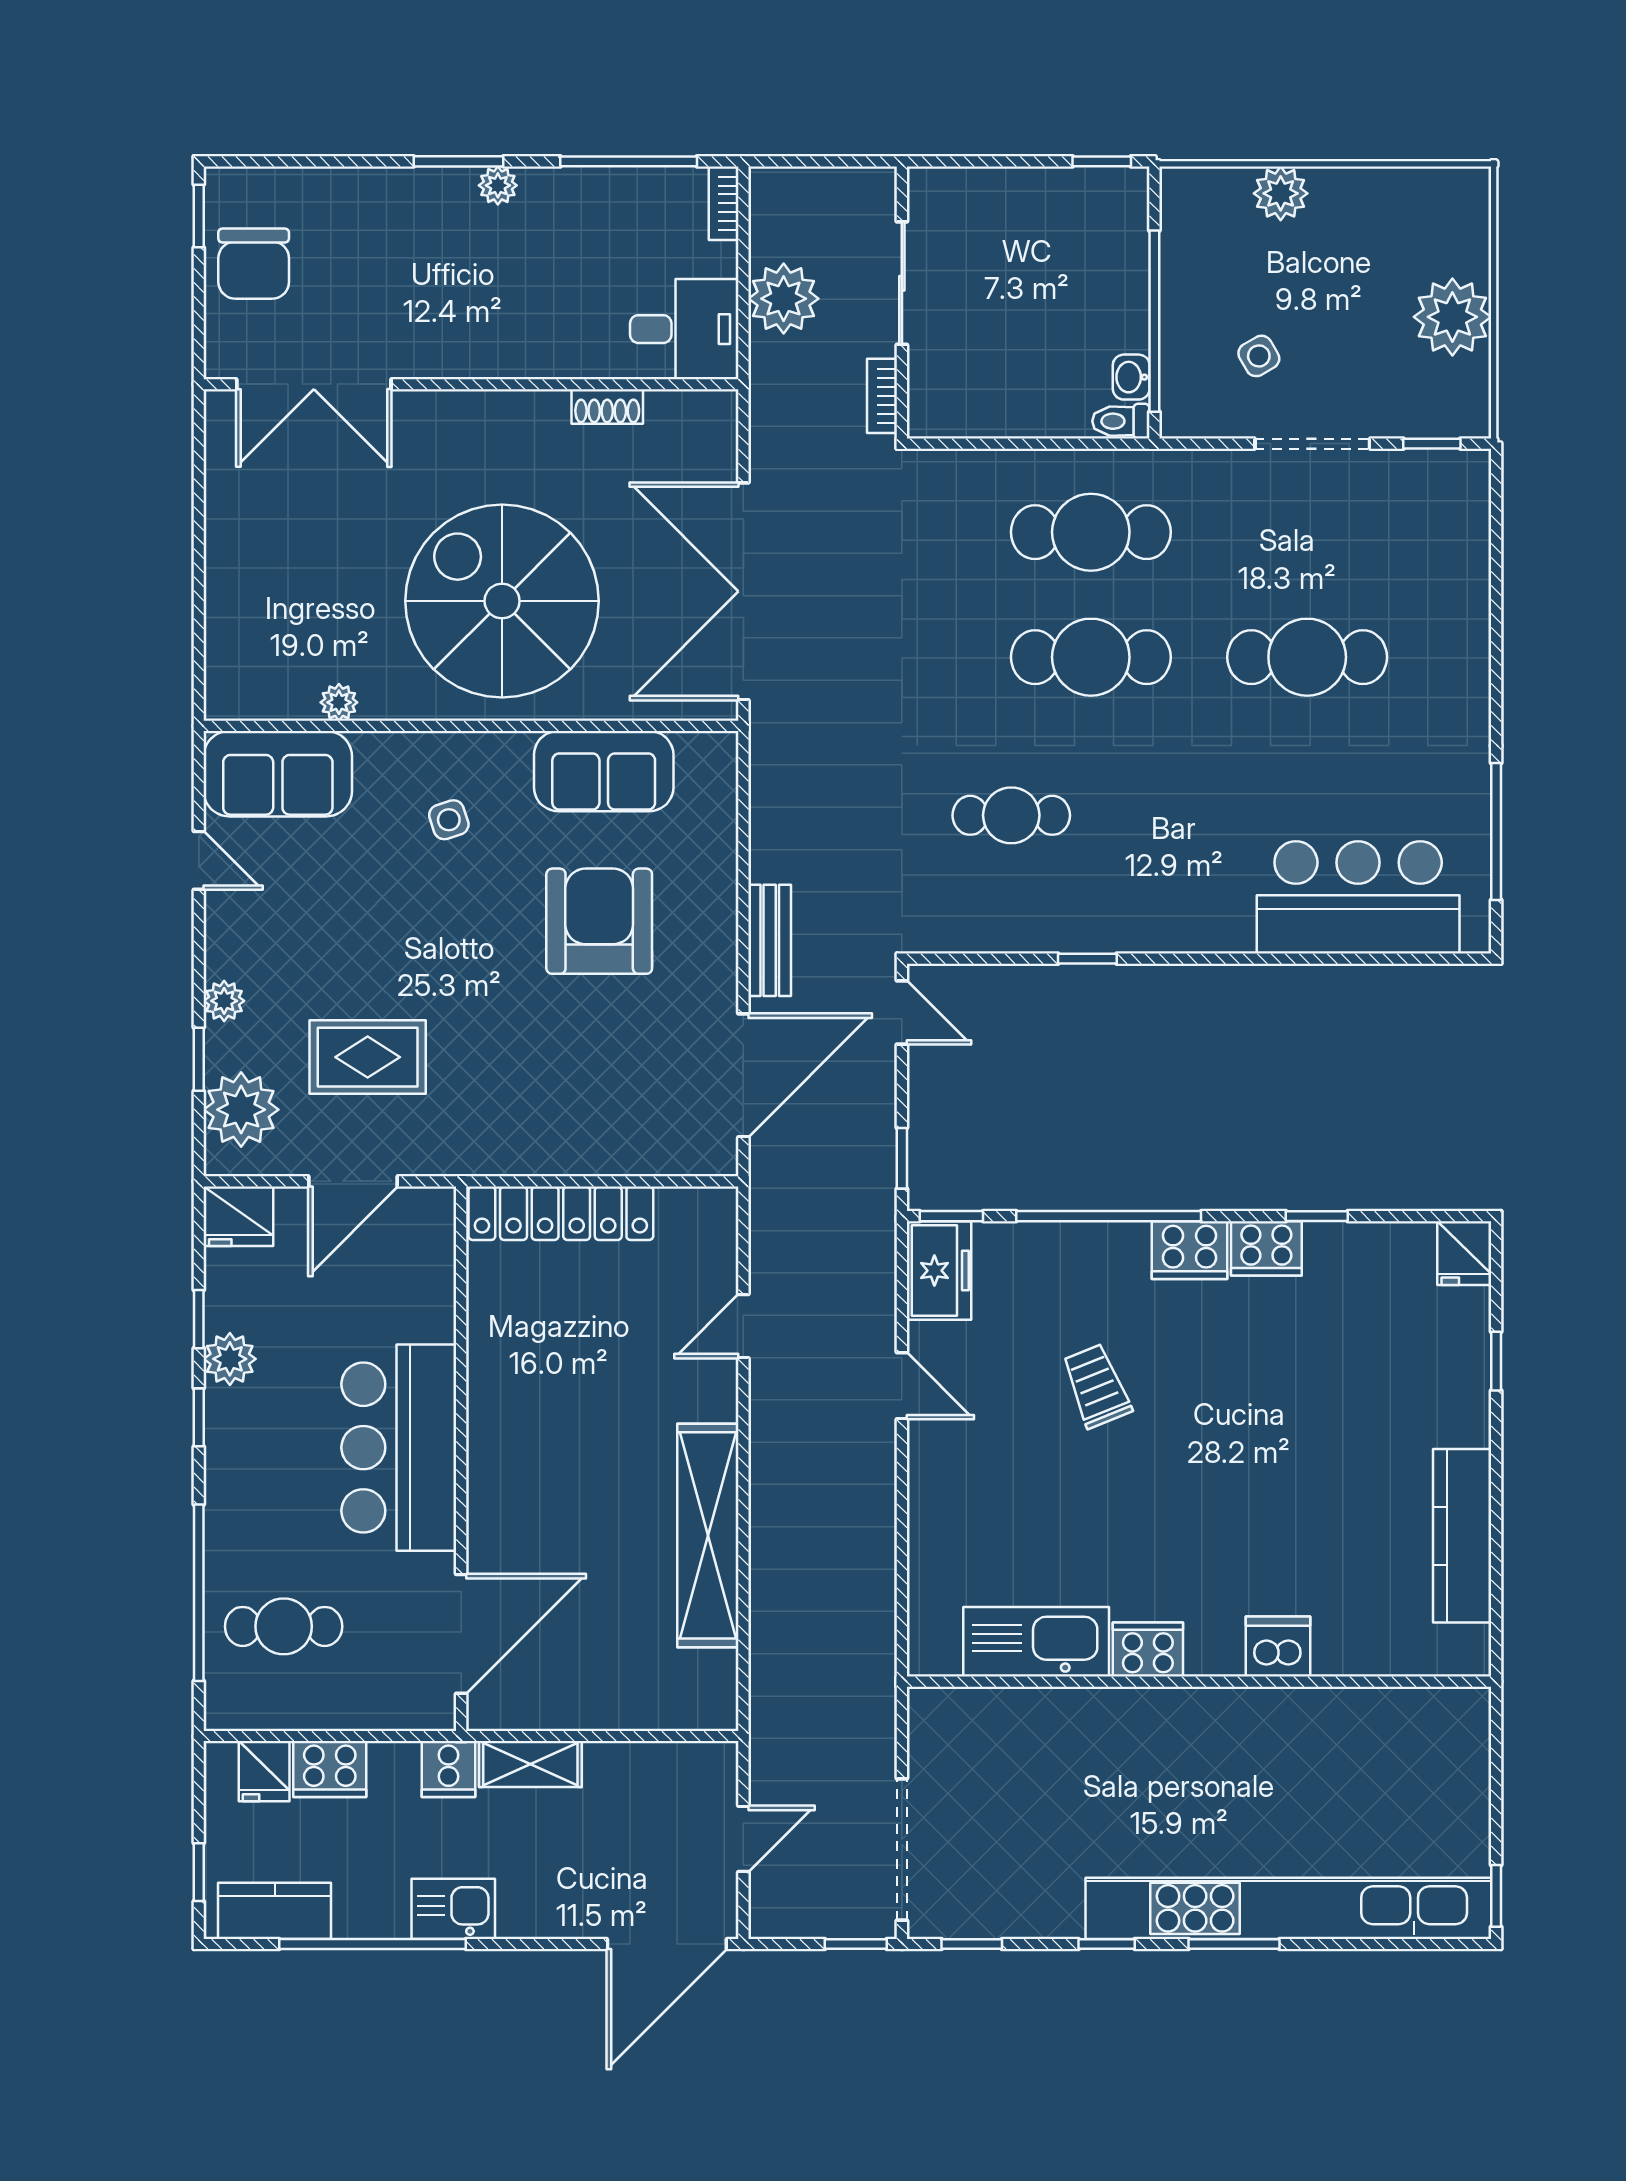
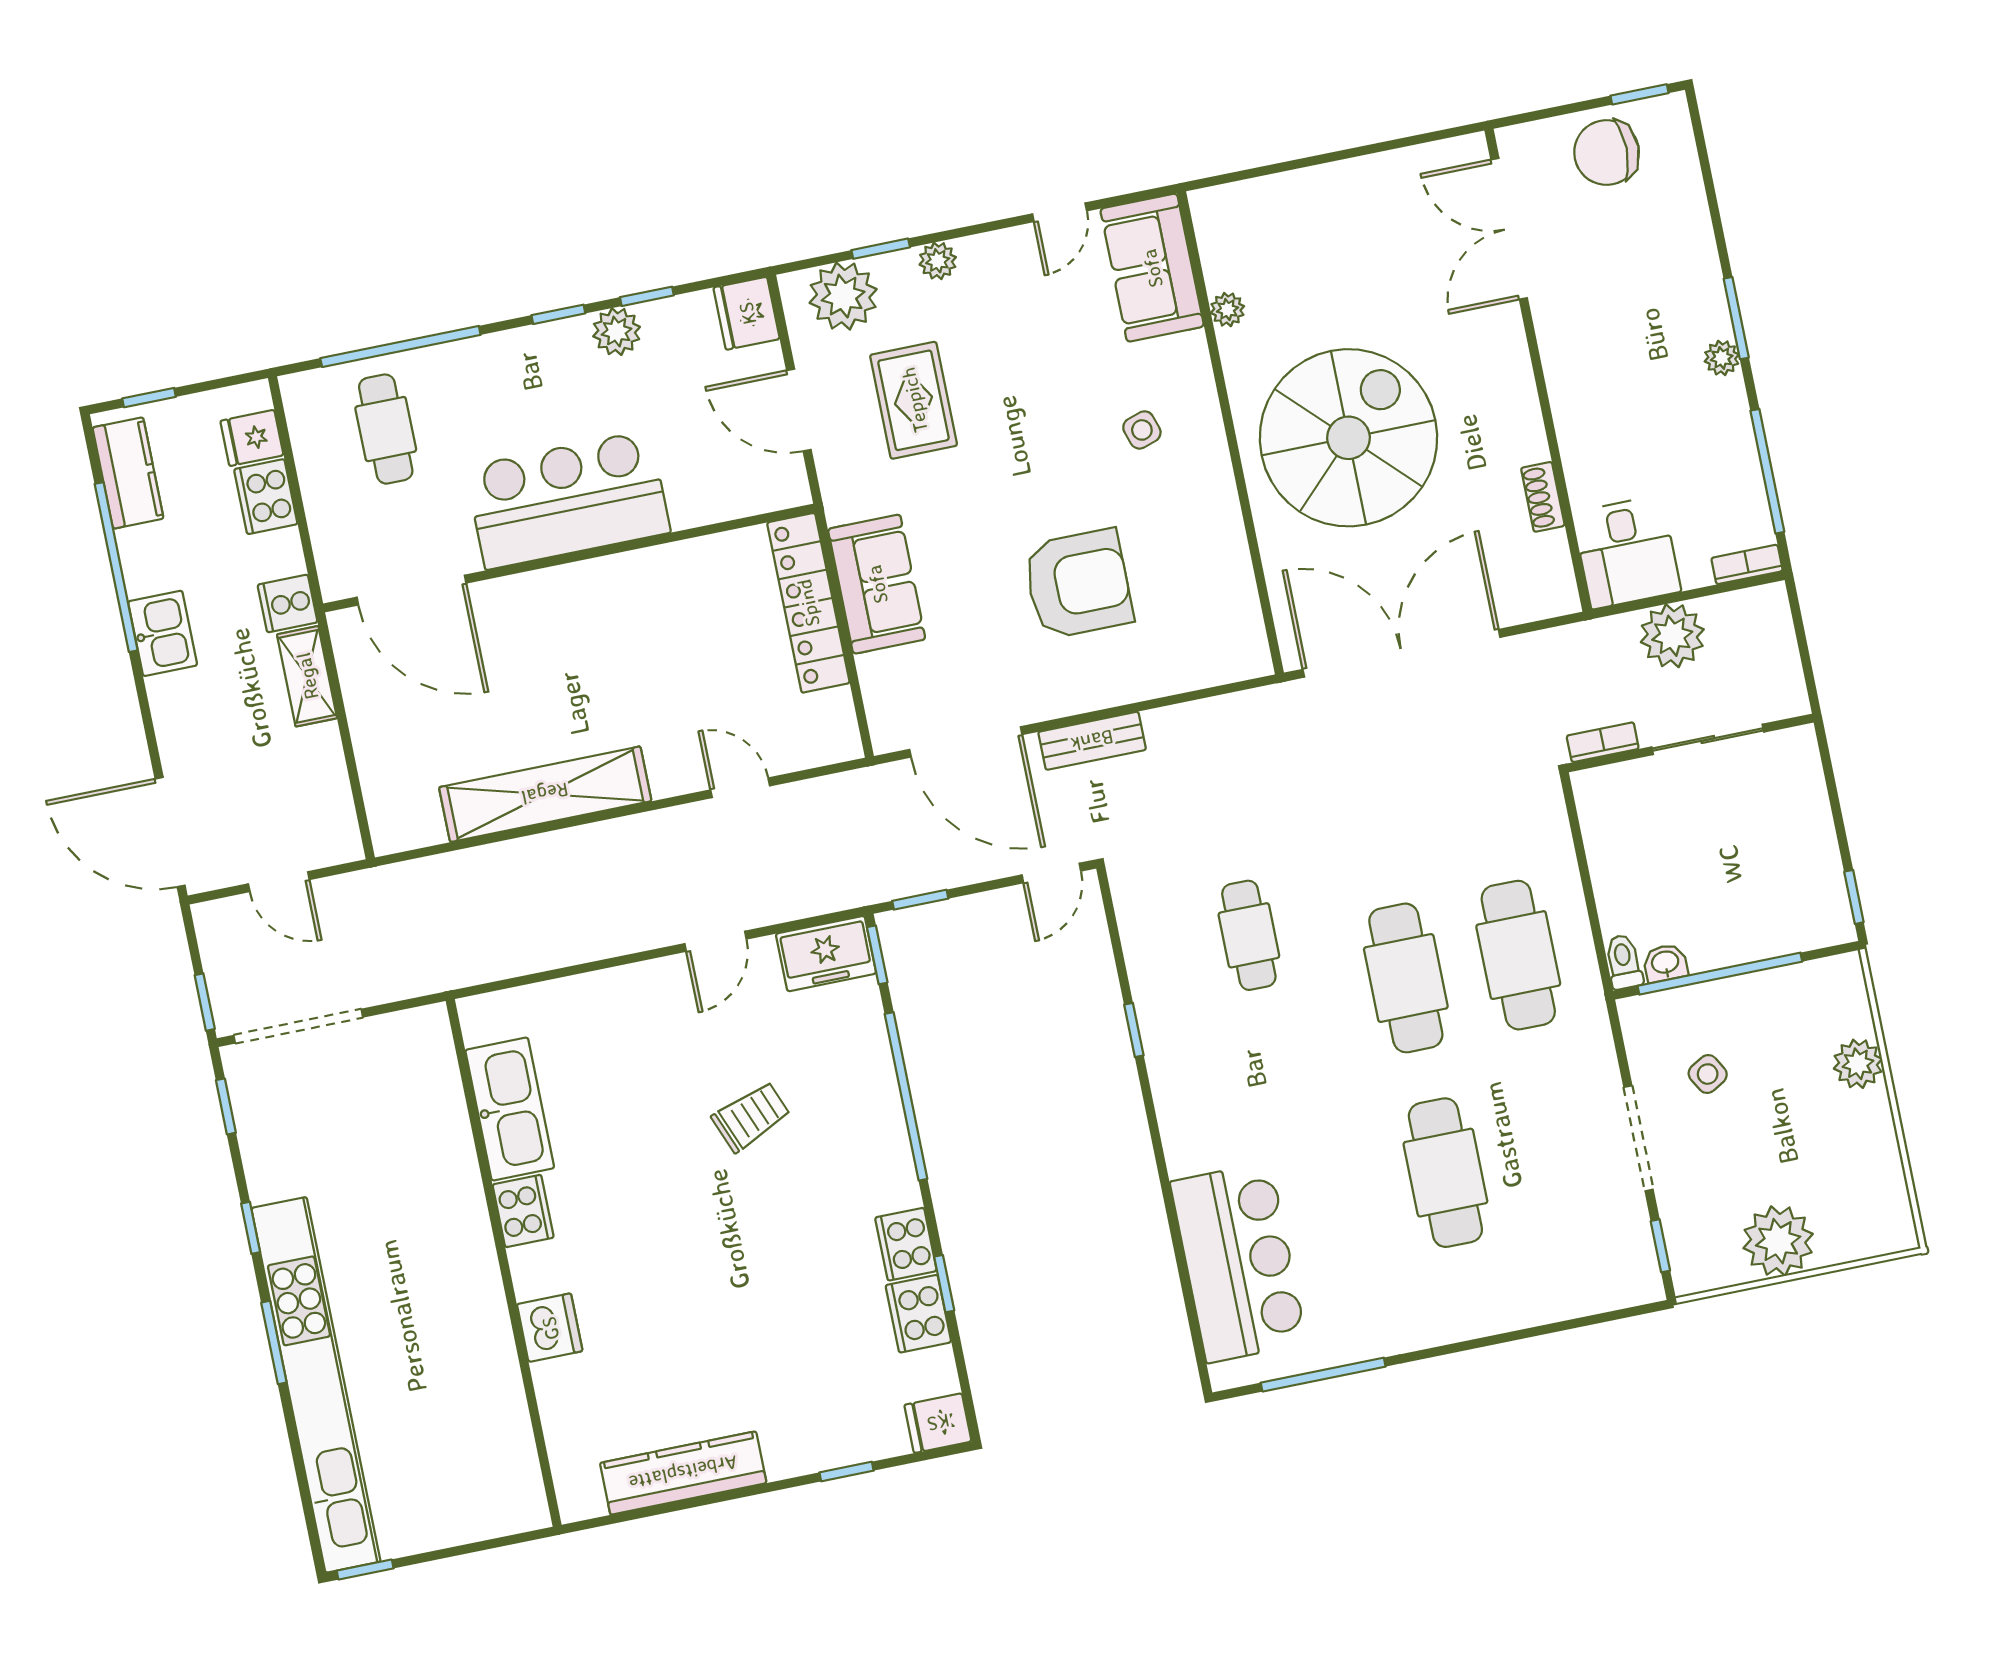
sofa: (604, 771) -> (877, 584), moved, turned 180
cooker: (1190, 1250) -> (918, 1314), moved

